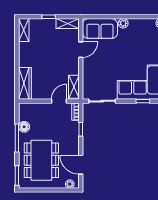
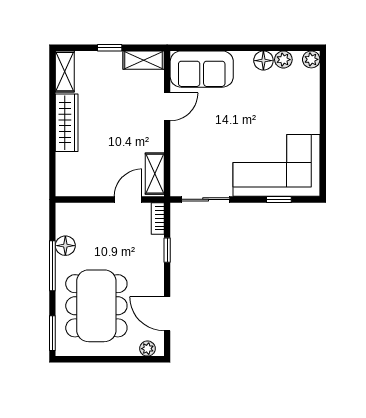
plant: (123, 23) -> (283, 60), moved
floor lamp: (134, 24) -> (263, 61), added
wardrobe: (25, 83) -> (67, 123), moved

